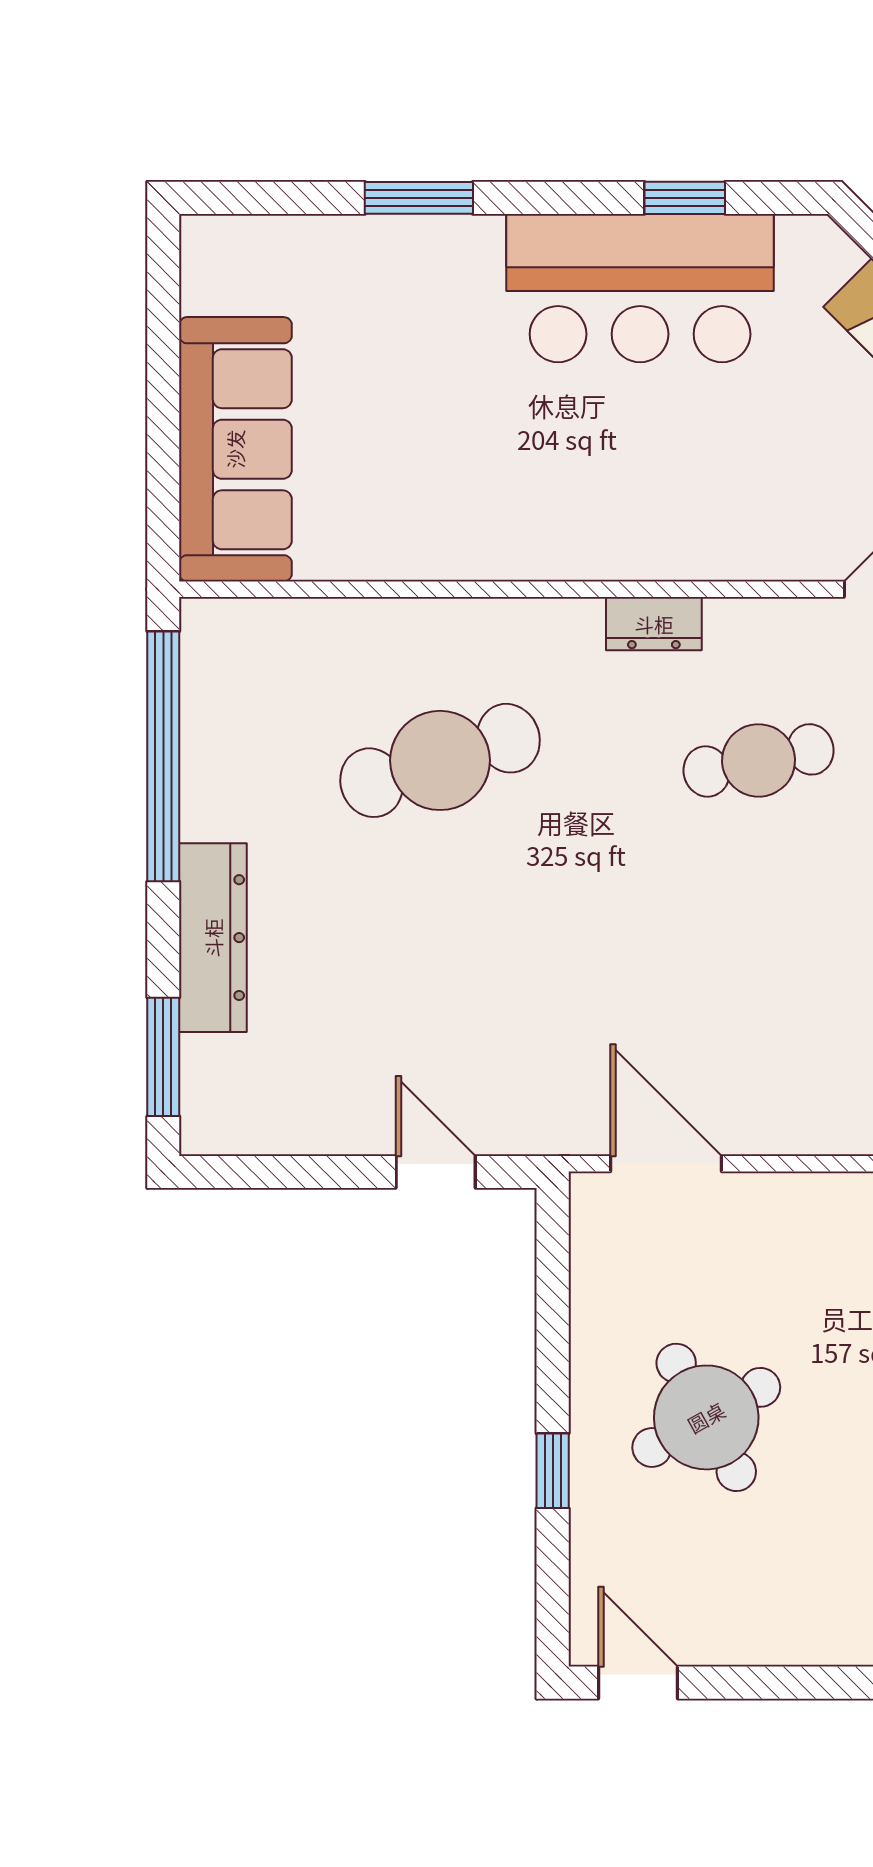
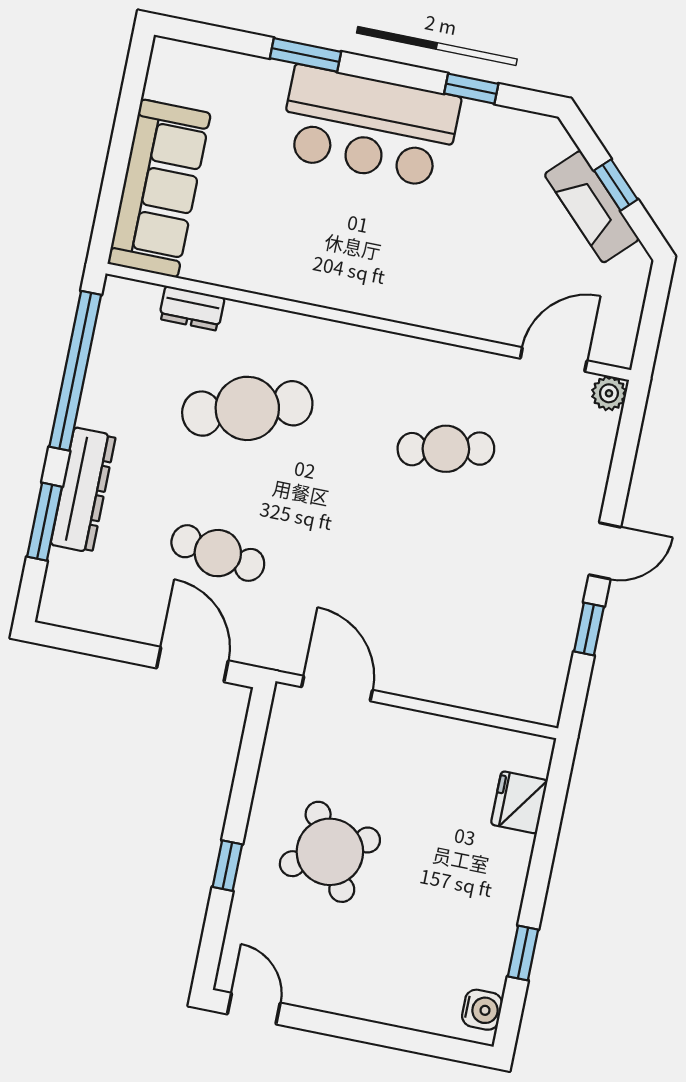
bar counter: (640, 288) -> (369, 127), moved
dresser: (654, 624) -> (192, 308), moved
cafe table: (440, 992) -> (218, 553), added
window: (163, 1057) -> (45, 522), moved
door: (436, 1172) -> (192, 664), width x1.38

